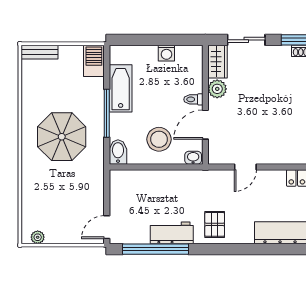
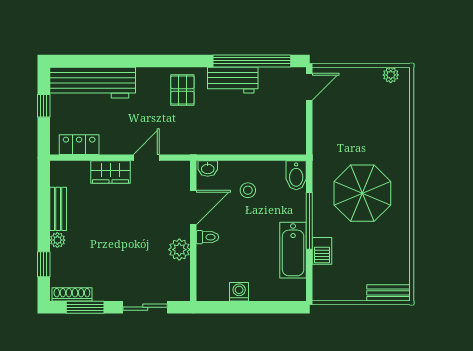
barbecue: (94, 61) -> (322, 251), moved, width x0.73, depth x0.79
wardrobe: (218, 62) -> (111, 172), moved, turned -90
stool: (159, 139) -> (248, 190), width x0.53, depth x0.53

